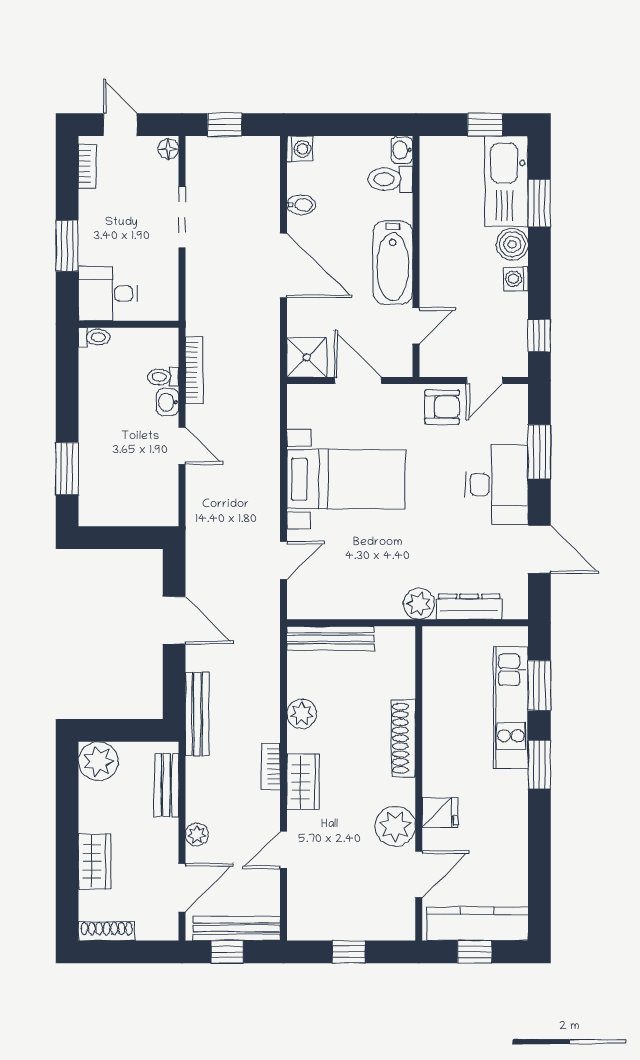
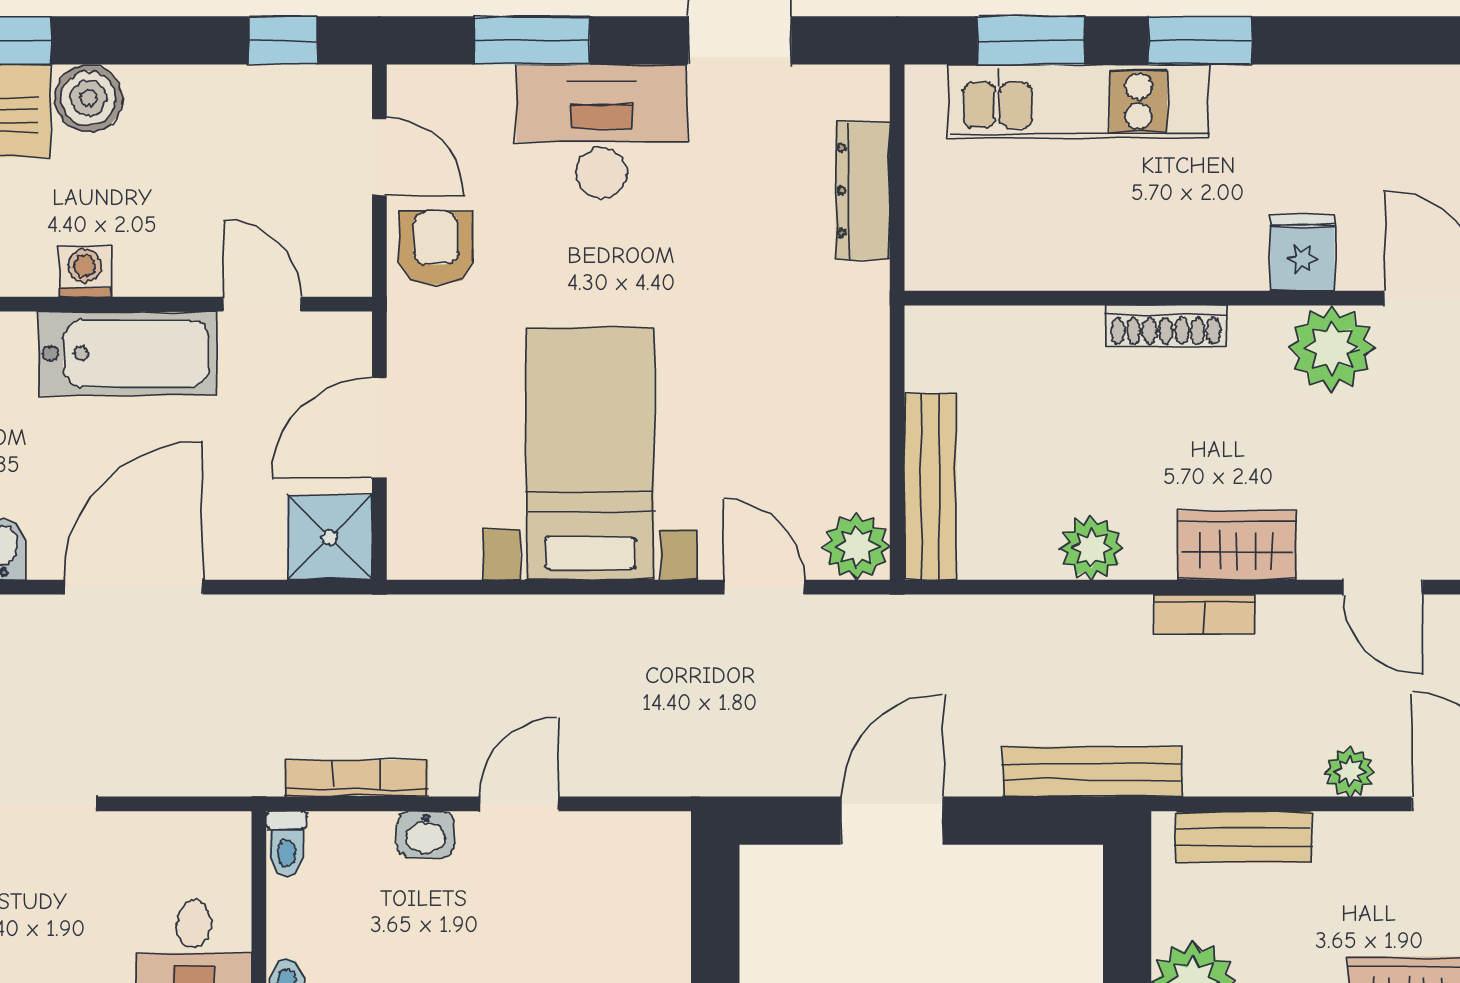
washing machine: (516, 279) -> (85, 271), moved, turned 180
toilet: (163, 377) -> (286, 844), moved
plant: (419, 604) -> (857, 547), moved
shoe rack: (403, 738) -> (1166, 326), width x0.74, depth x0.81

